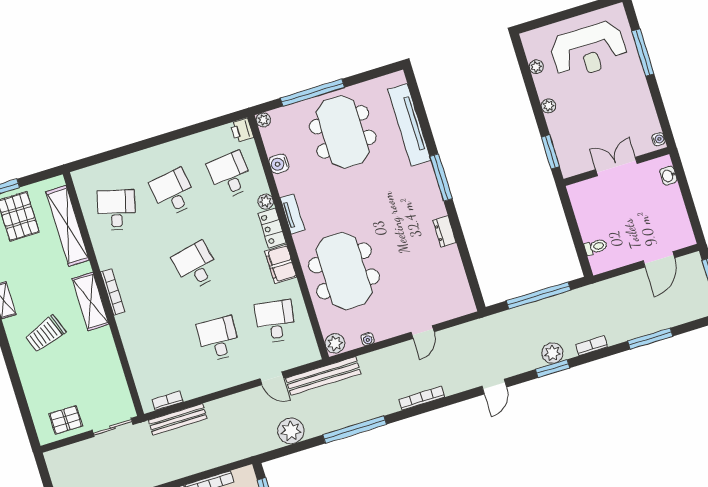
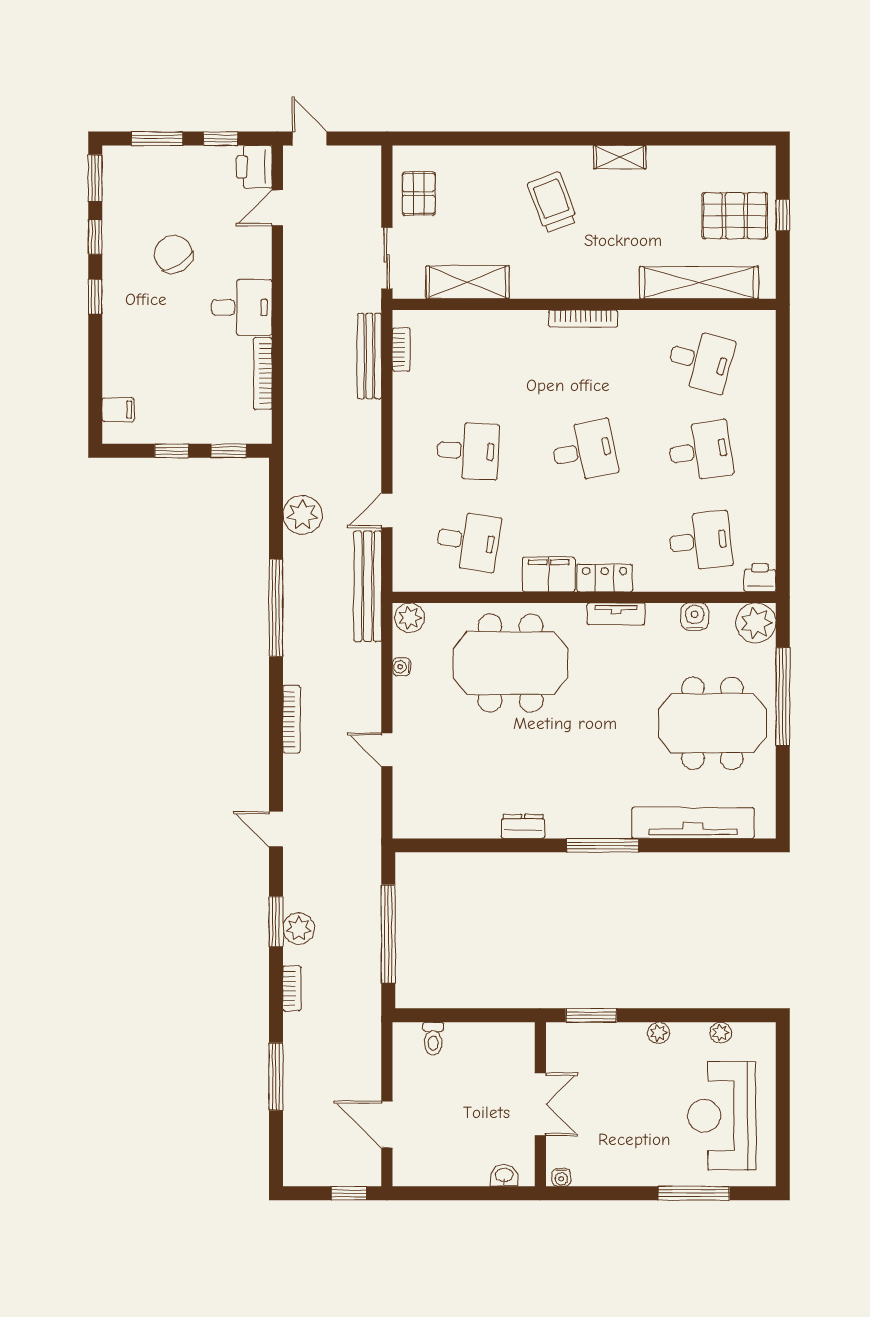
plant: (263, 120) -> (756, 623), width x1.88, depth x1.88
plant: (266, 202) -> (646, 580), removed
shelving: (90, 301) -> (467, 282), moved

